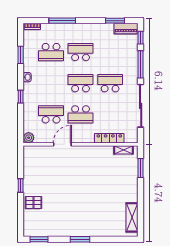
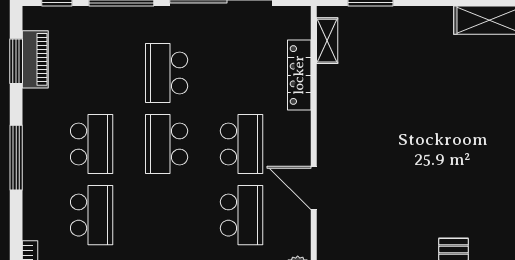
window: (62, 21) -> (16, 158), moved
piano: (126, 29) -> (35, 59), moved
school desk: (81, 52) -> (92, 144), turned 180
school desk: (51, 114) -> (241, 215), turned 180

